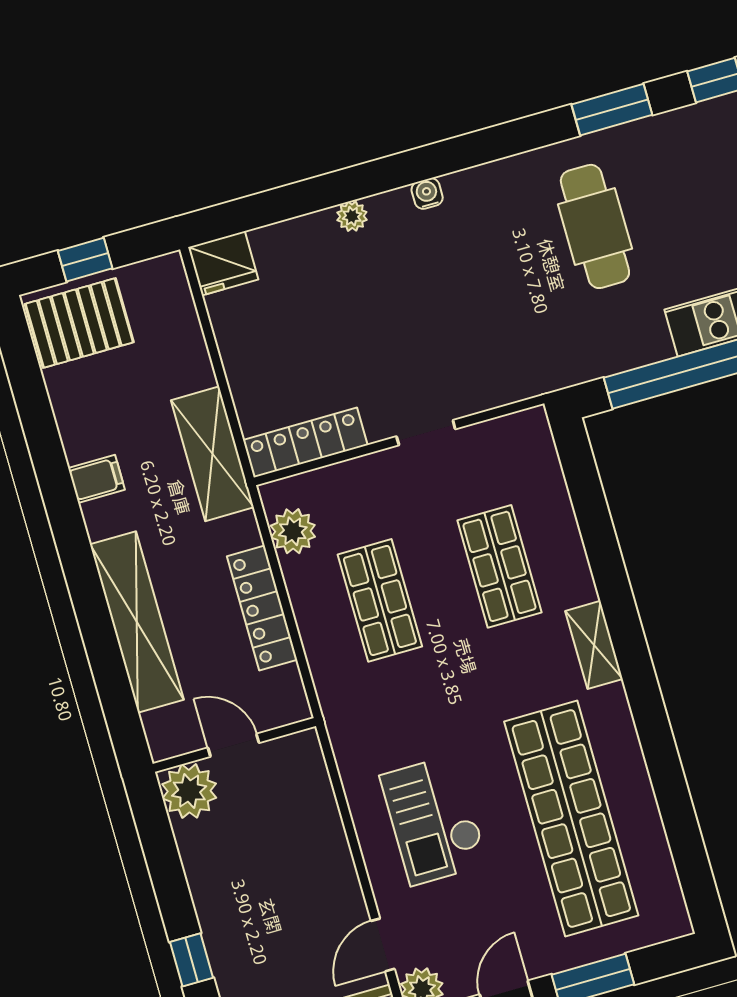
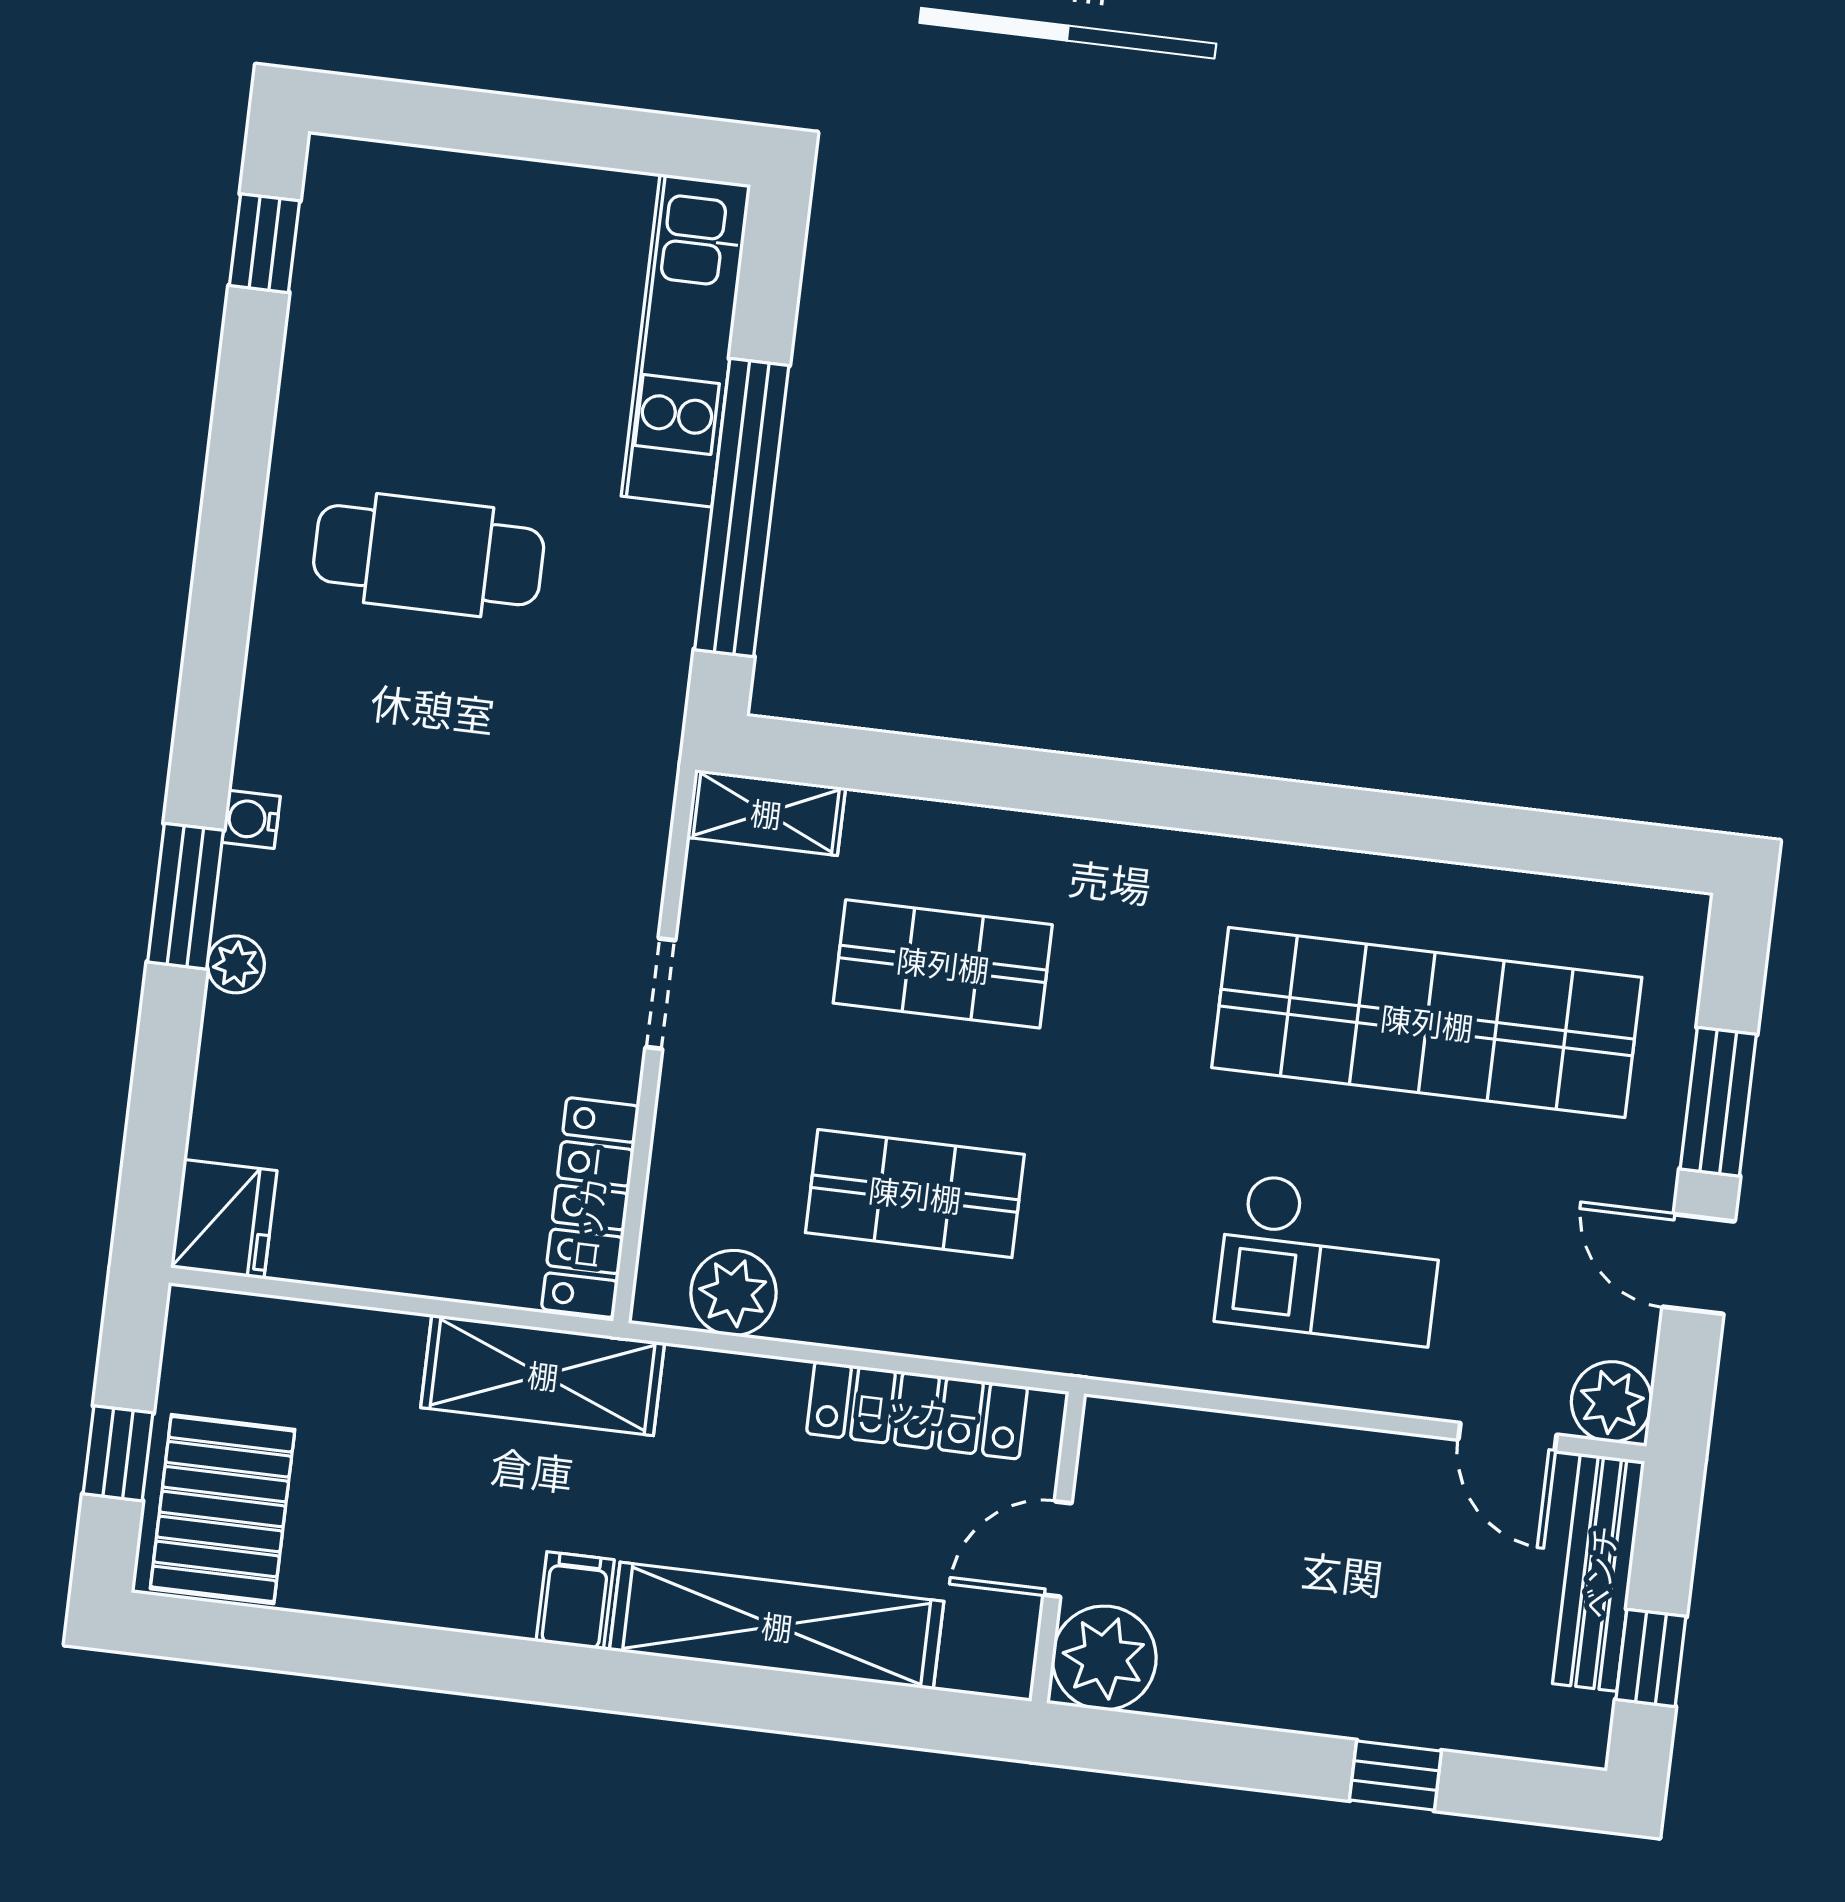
window: (612, 110) -> (185, 896), moved
filing cabinet: (97, 479) -> (575, 1601), moved
locker: (262, 608) -> (917, 1410), moved
shelving: (594, 645) -> (766, 813), moved

